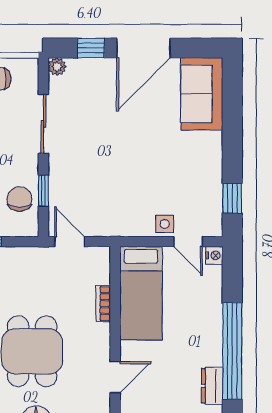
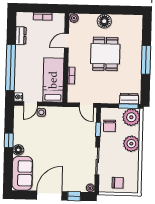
floor lamp: (211, 143) -> (18, 150), added
window: (232, 198) -> (9, 140), moved
door: (188, 242) -> (30, 104), swing flipped
window: (232, 351) -> (11, 67), moved

